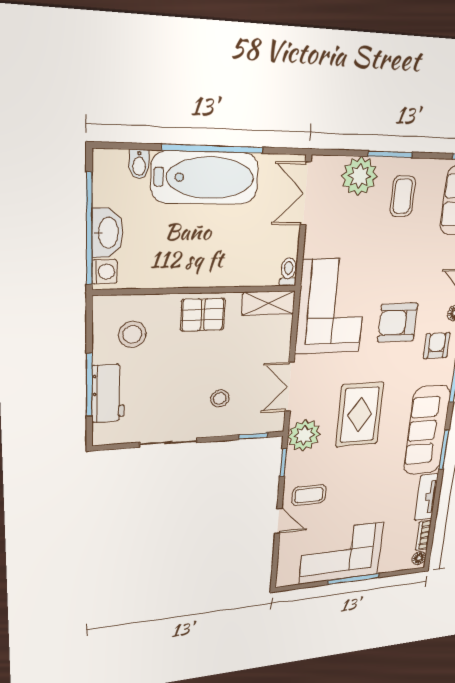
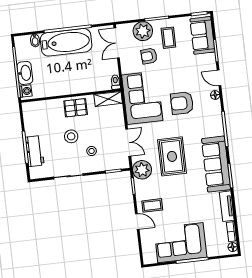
stool: (132, 334) -> (71, 136), moved
armchair: (437, 346) -> (149, 56), moved, turned -94
double door: (290, 387) -> (128, 143), swing flipped

